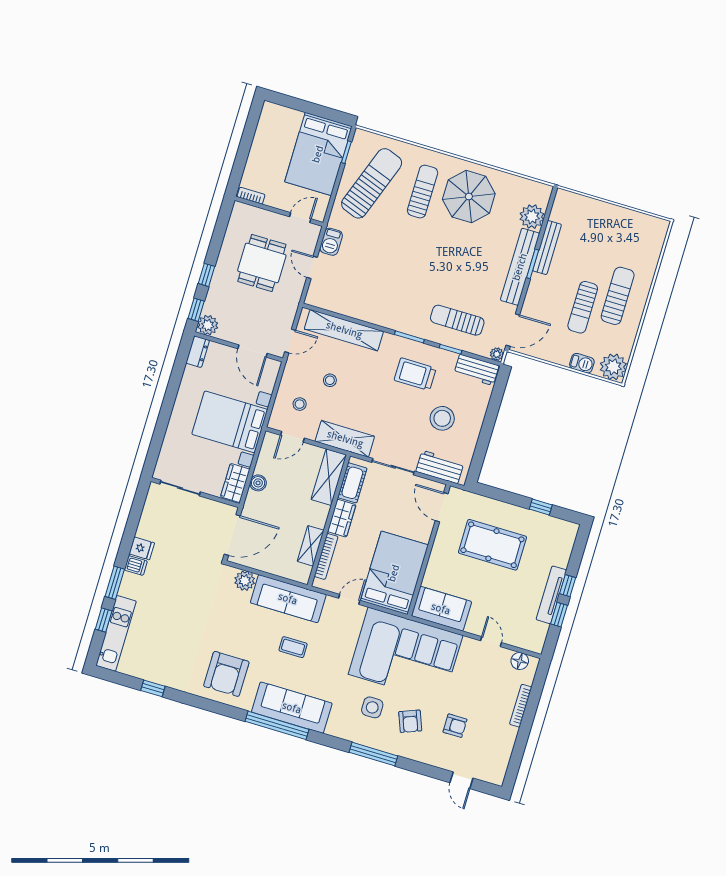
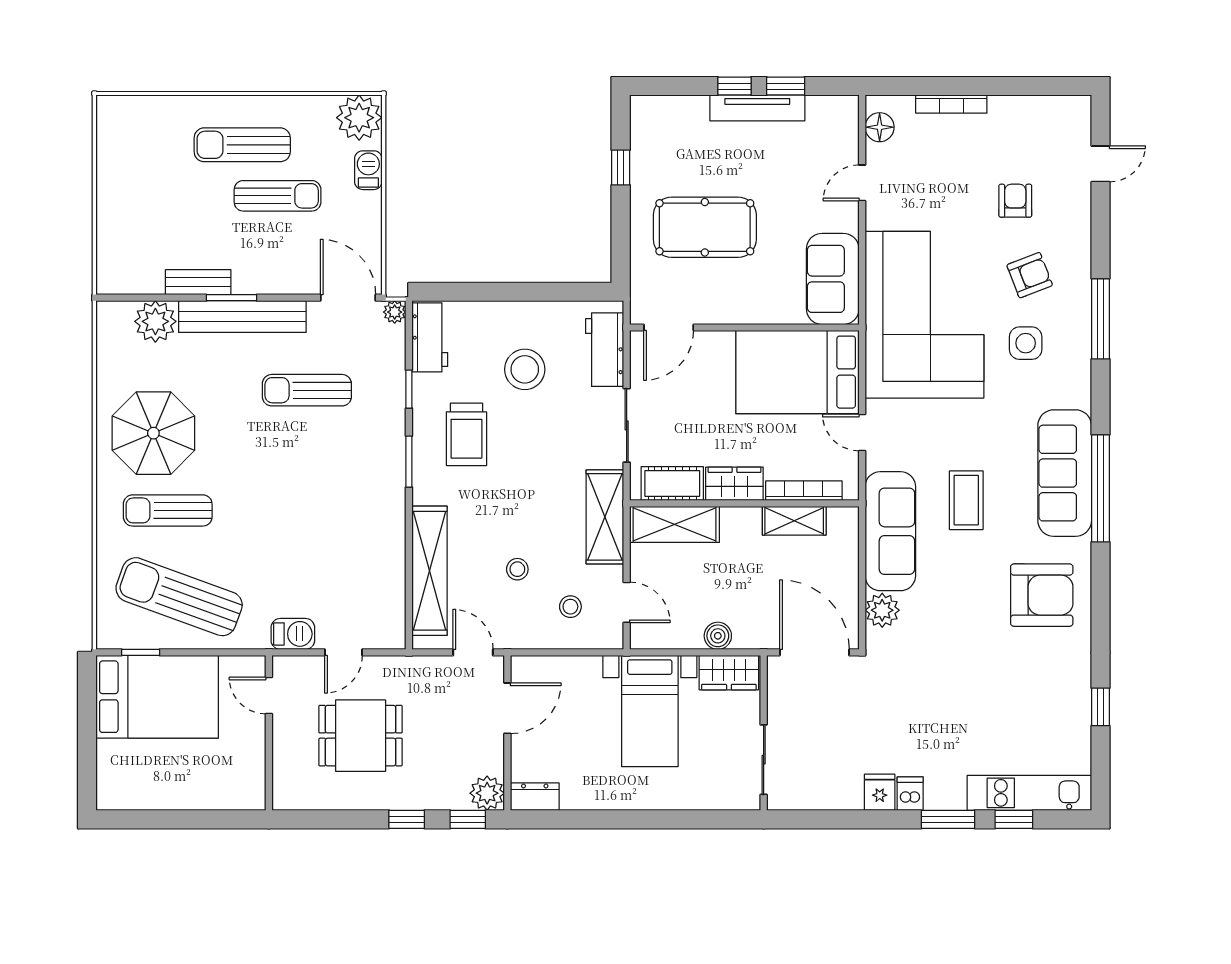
bookcase: (251, 196) -> (257, 786), removed
bench: (547, 248) -> (198, 282), width x0.73
sun lounger: (457, 320) -> (307, 390), moved, turned 90
bed with nightstands: (230, 422) -> (650, 711), width x0.73
pool table: (492, 545) -> (705, 227), turned 90
coffee table: (293, 647) -> (966, 500), width x1.36, depth x1.30

